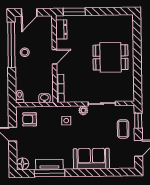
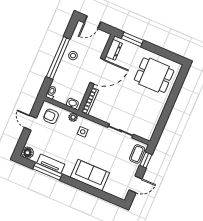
window: (11, 45) -> (58, 58), moved
door: (54, 57) -> (97, 71), width x1.88
dining table: (110, 57) -> (154, 75), moved
plant: (83, 110) -> (73, 117), moved
coffee table: (123, 129) -> (137, 154), moved

